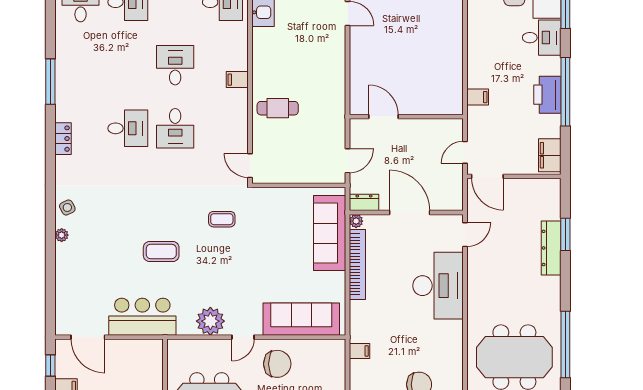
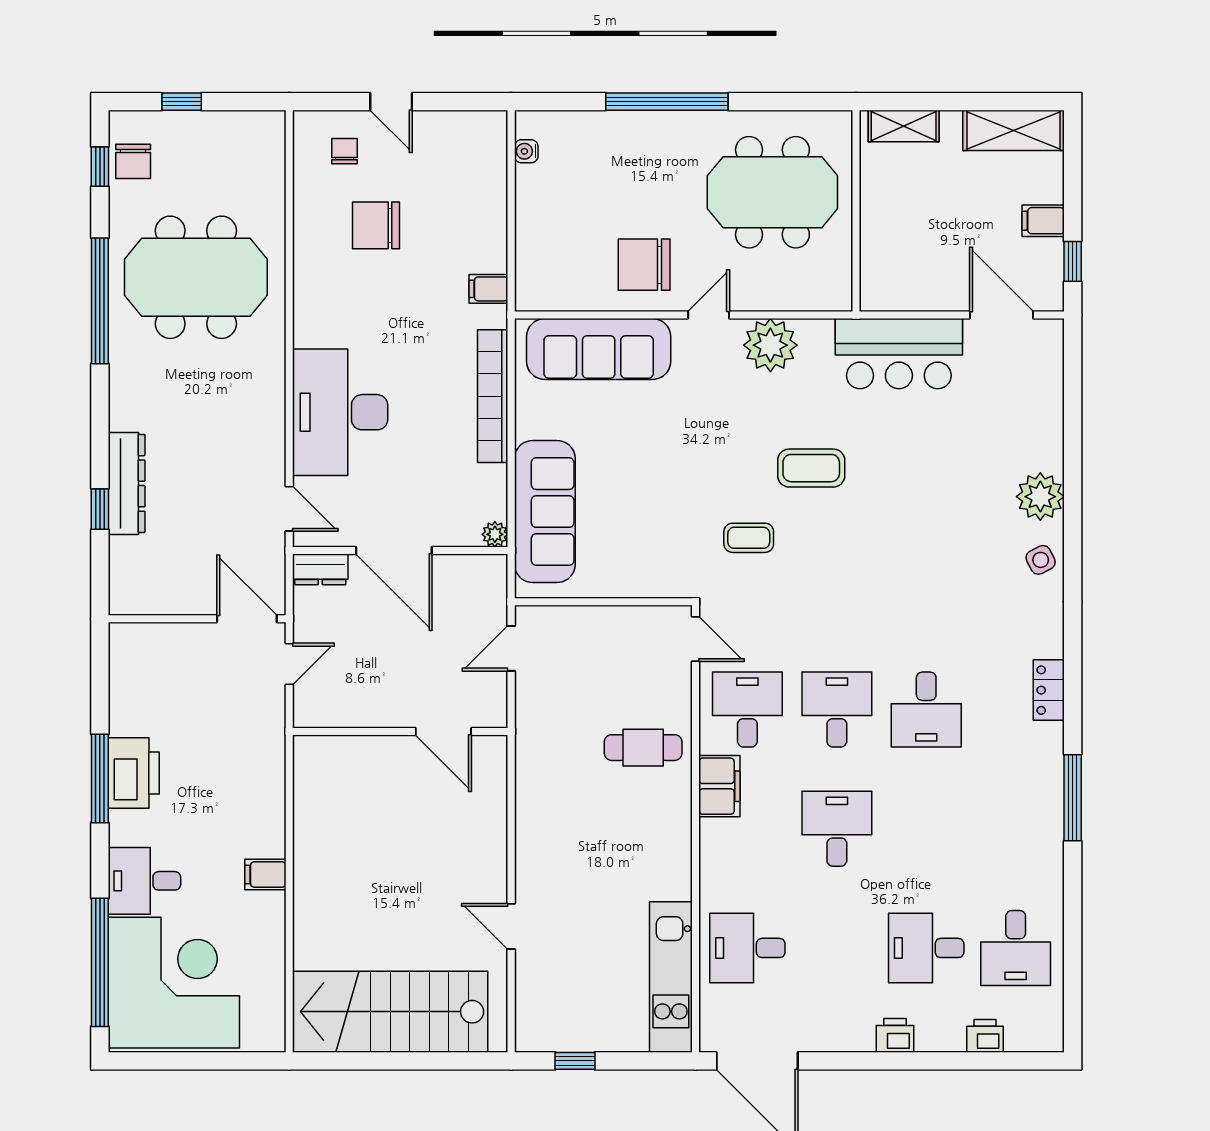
desk: (175, 65) -> (837, 829), turned 180
filing cabinet: (237, 80) -> (719, 786), width x2.00
window: (565, 92) -> (100, 778), width x0.68
filing cabinet: (478, 97) -> (265, 874), moved
desk: (128, 128) -> (926, 710), turned -90
desk: (222, 128) -> (747, 710), added
filing cabinet: (550, 155) -> (129, 659), removed
dresser: (364, 202) -> (320, 569), moved
window: (565, 234) -> (100, 509), width x0.67
plant: (62, 235) -> (1040, 497), width x1.88, depth x1.88
door: (465, 235) -> (289, 509), swing flipped
coffee table: (161, 251) -> (811, 468), moved
bookcase: (357, 264) -> (493, 396), moved

